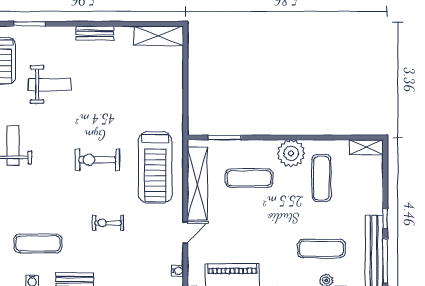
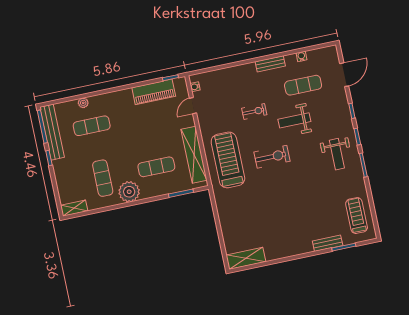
bench: (95, 33) -> (328, 243), moved
weight bench: (50, 84) -> (294, 120), moved
door: (185, 232) -> (193, 106), moved

